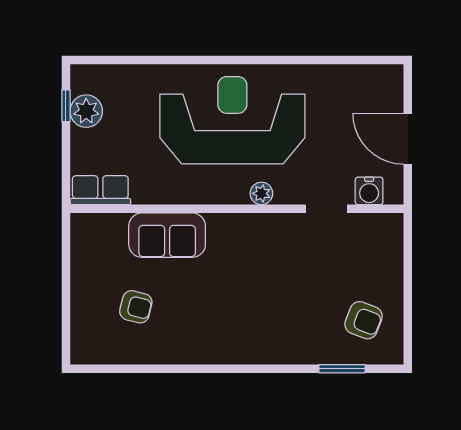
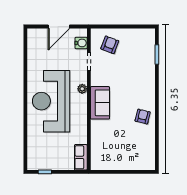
plant: (86, 111) -> (47, 163), removed
sofa: (167, 235) -> (100, 103), moved
armchair: (136, 307) -> (143, 117), moved
armchair: (364, 320) -> (110, 45), moved

